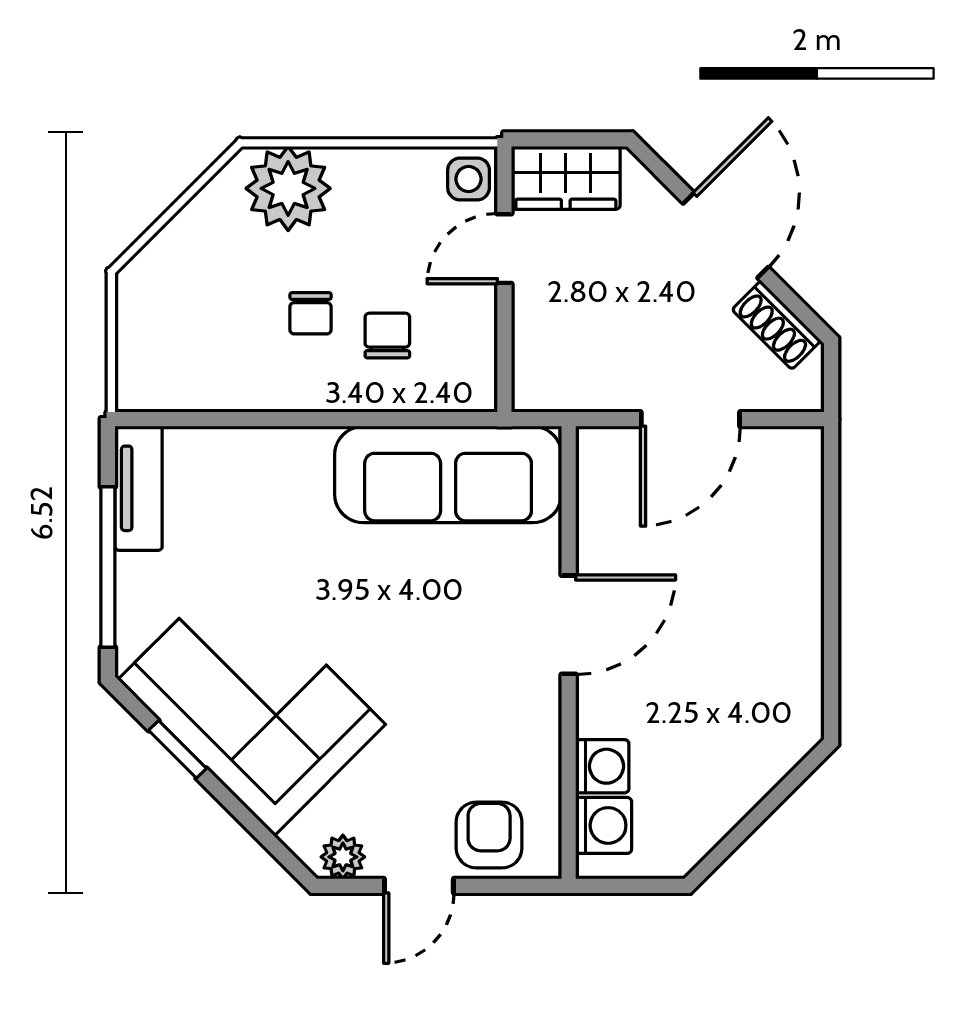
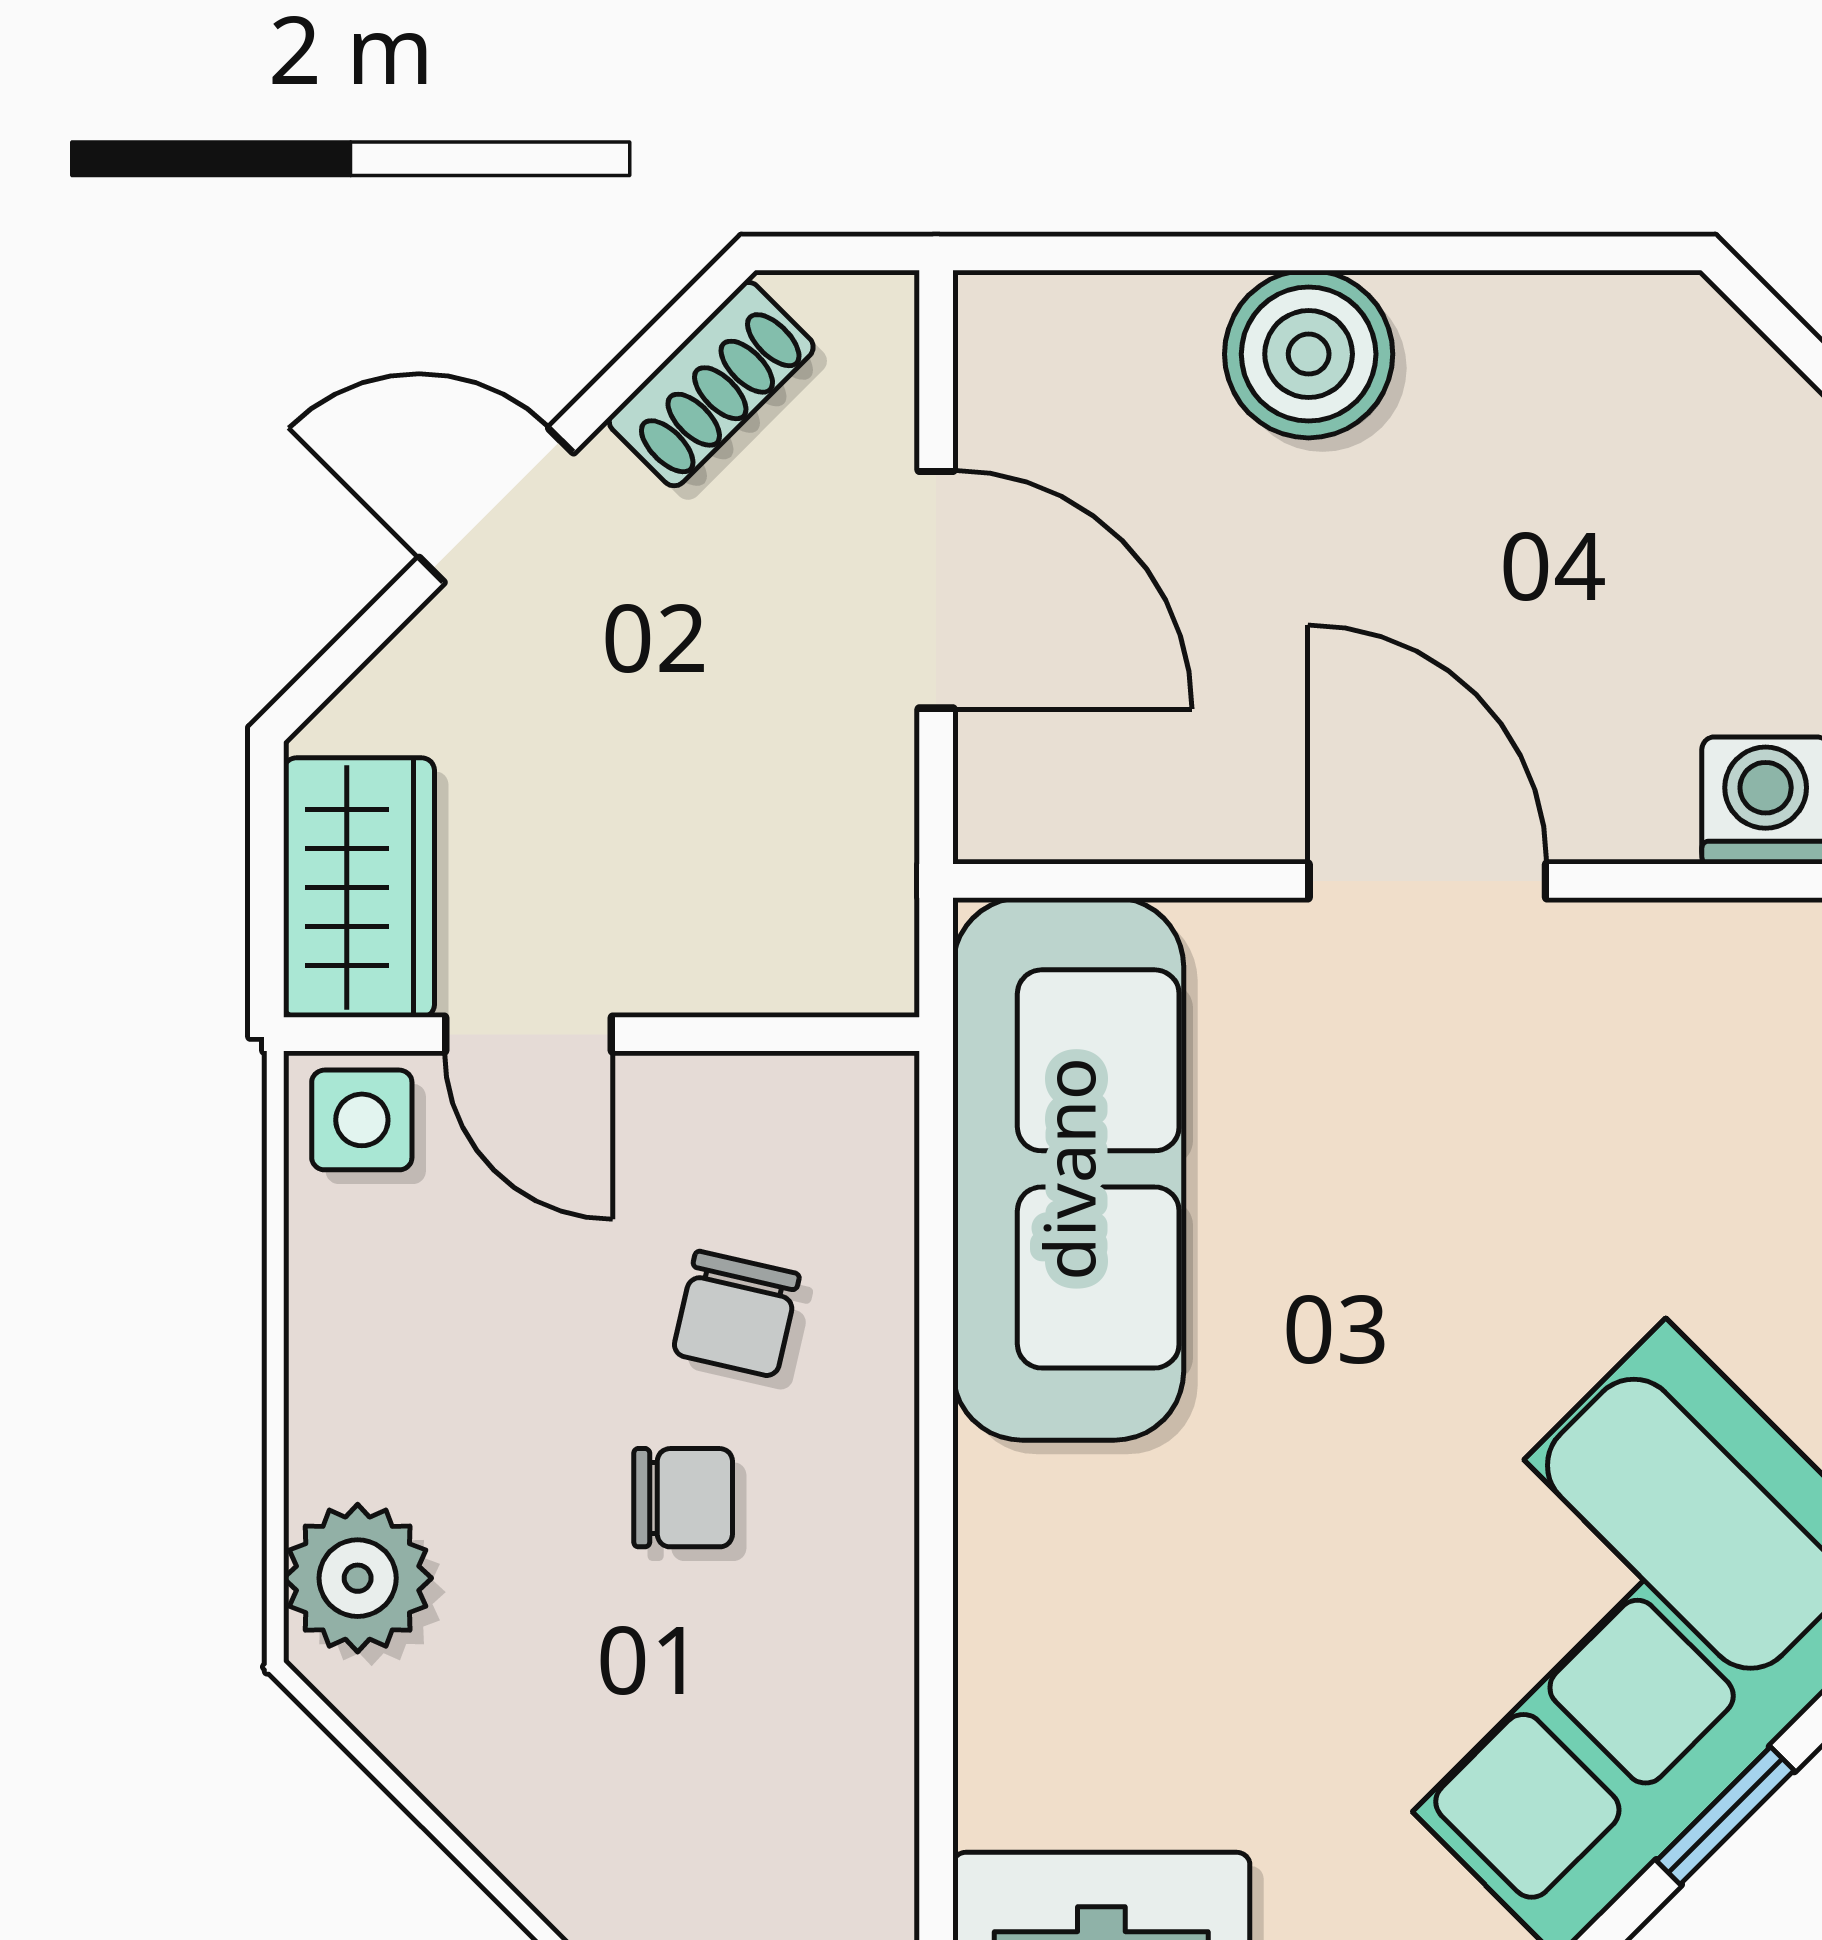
plant: (288, 188) -> (358, 1578), width x0.73, depth x0.73
door: (726, 235) -> (496, 505), width x0.73
chair: (387, 336) -> (736, 1314), turned -77
boiler: (789, 575) -> (1309, 354), added

